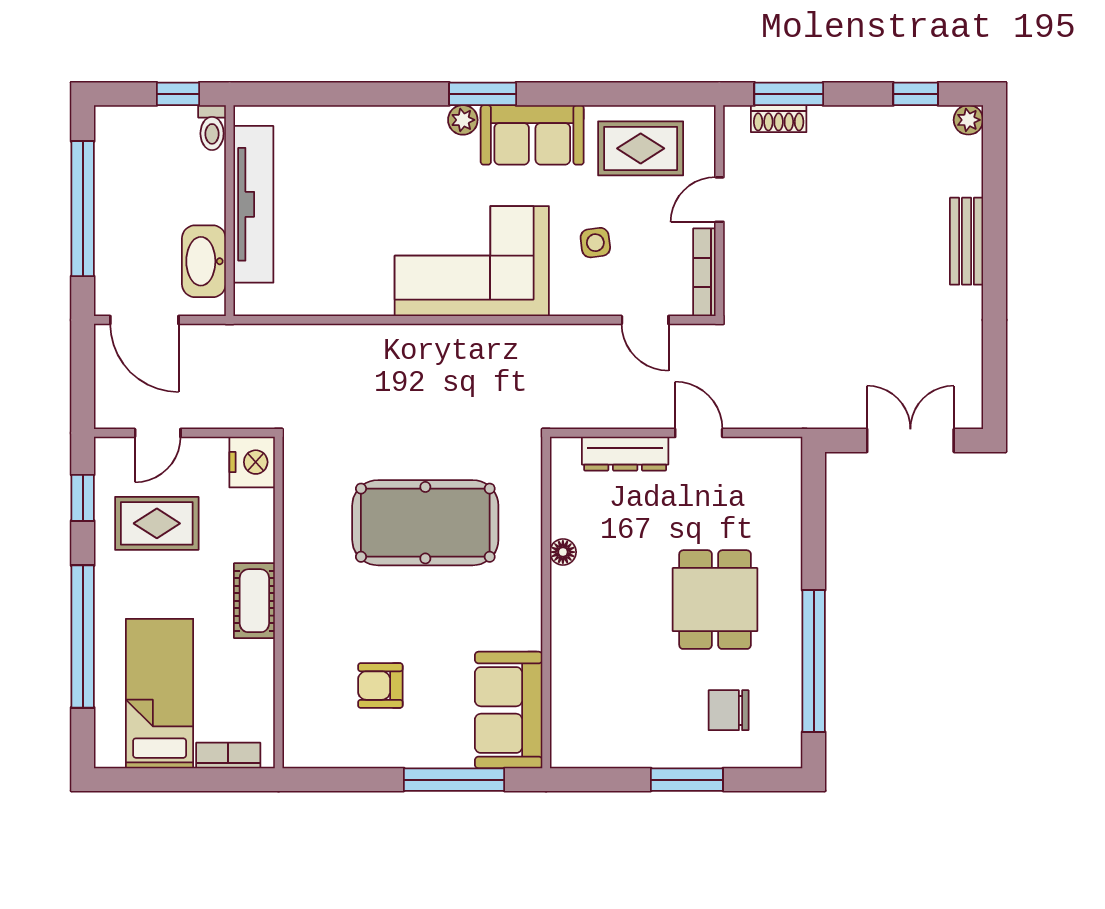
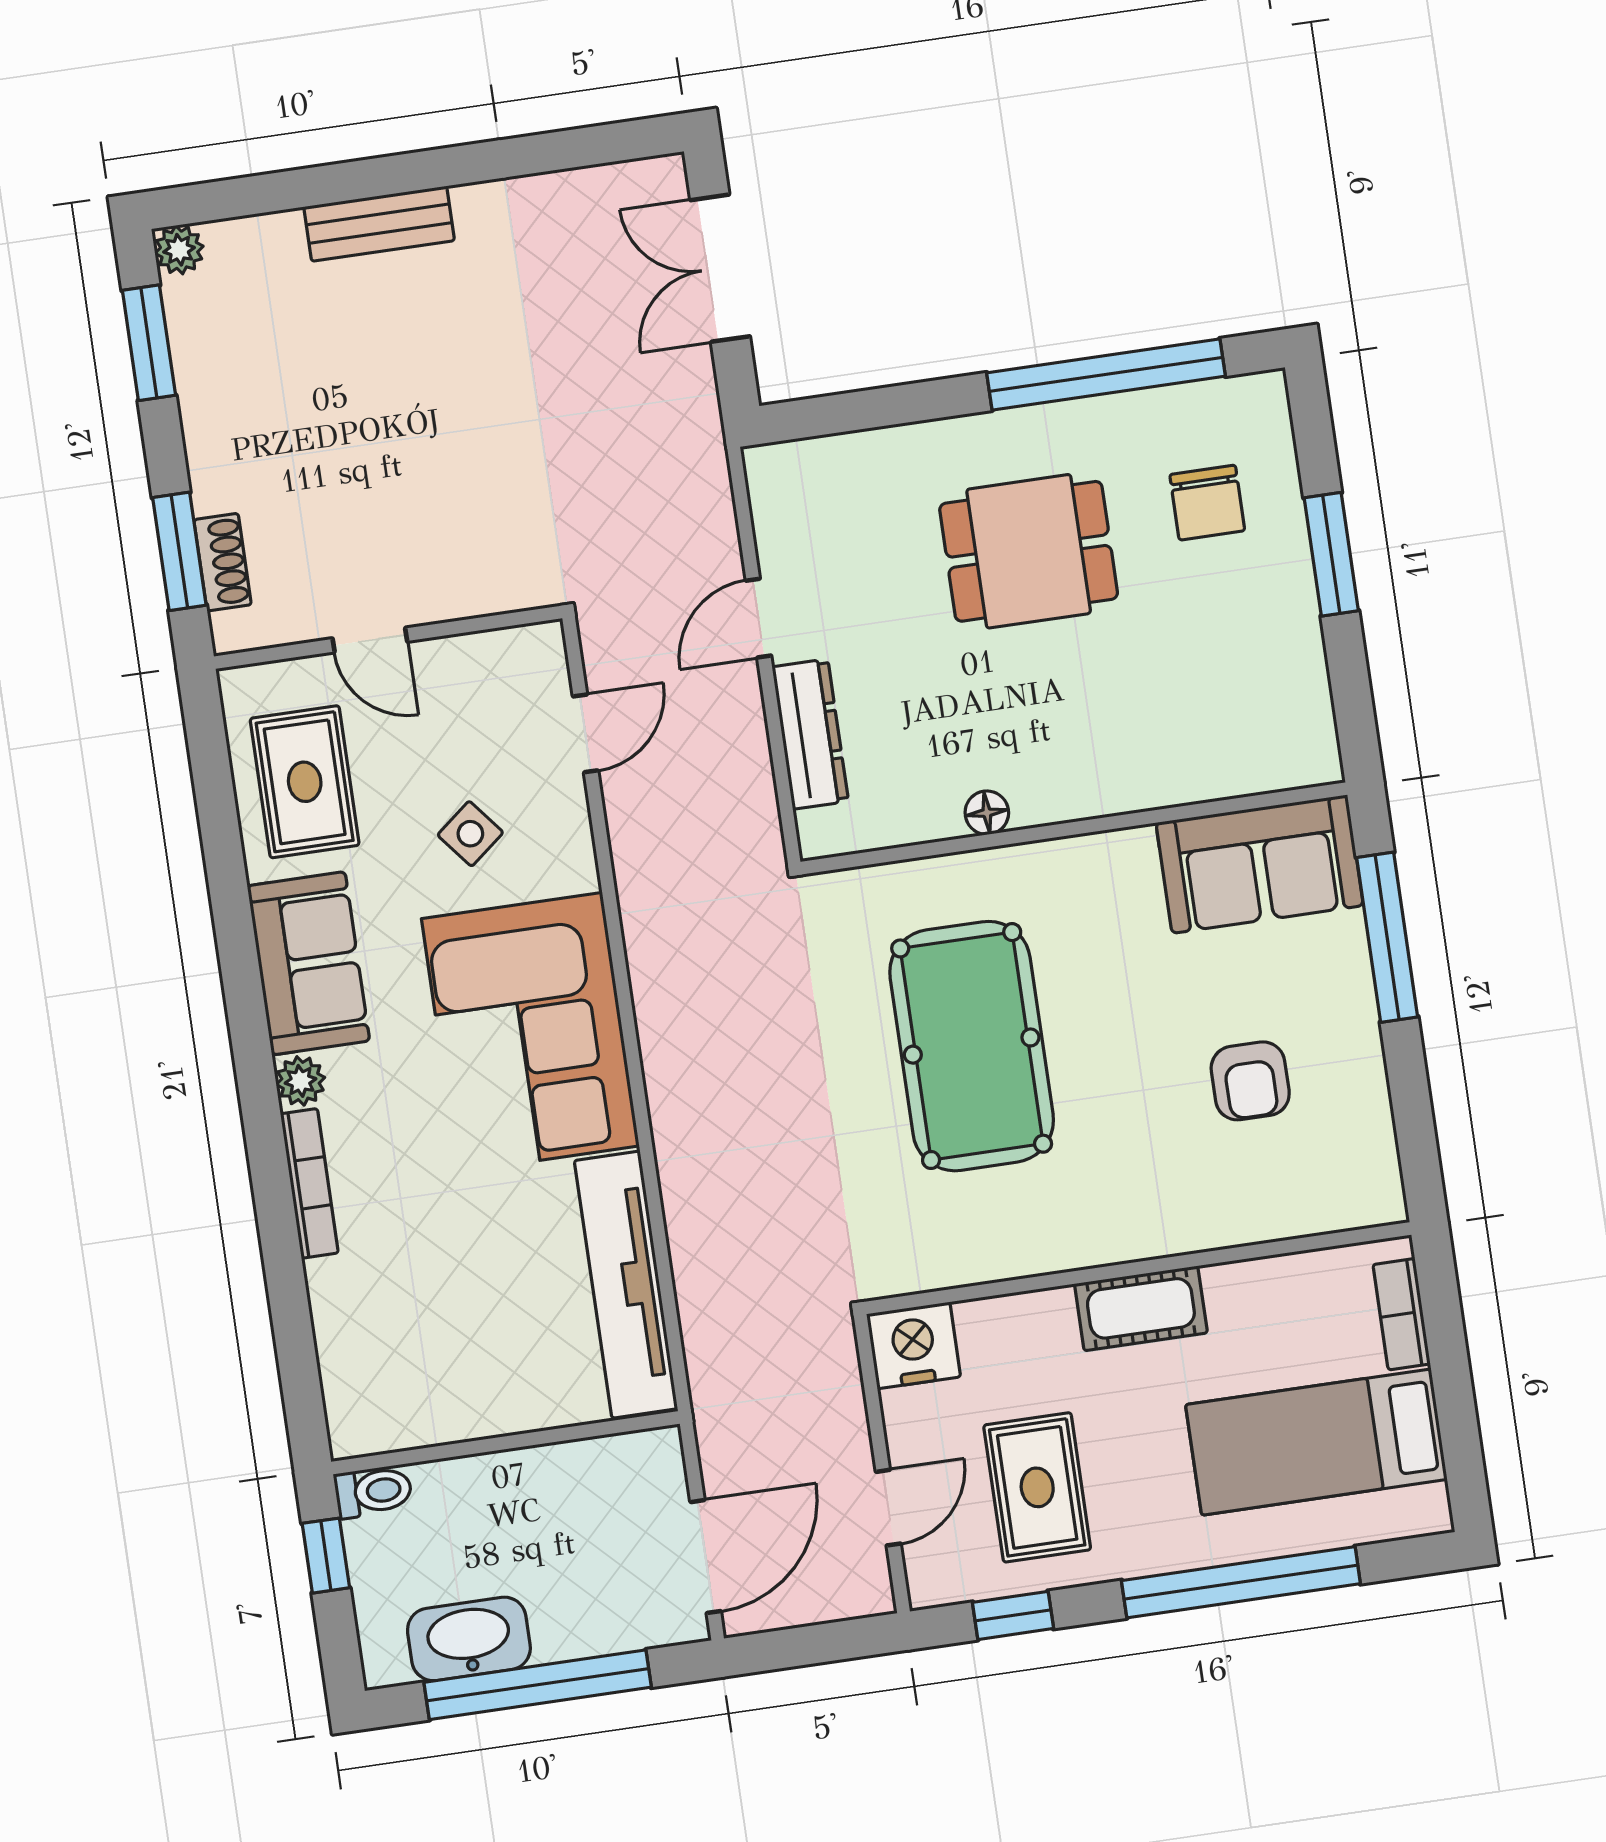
window: (483, 94) -> (253, 1055), removed
window: (916, 94) -> (149, 343), width x1.50
tv unit: (253, 204) -> (626, 1285), moved, turned -90
side table: (595, 243) -> (470, 834), turned -32
washbasin: (204, 261) -> (469, 1639), moved, turned 180
bookcase: (704, 272) -> (309, 1183), moved, turned -90
door: (158, 433) -> (888, 1508), hinge flipped

